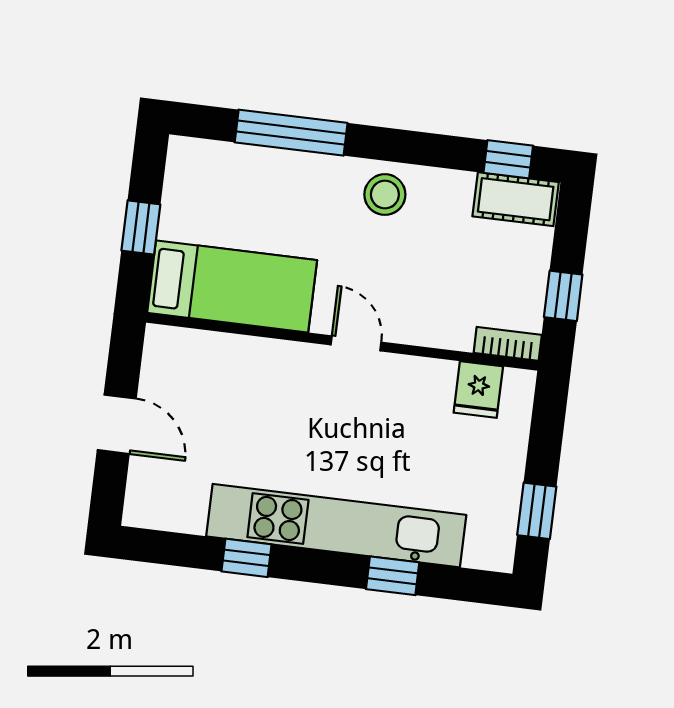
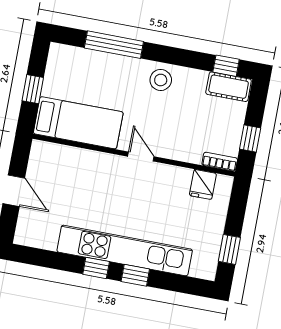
window: (247, 558) -> (96, 268), moved
window: (393, 576) -> (135, 275), moved

